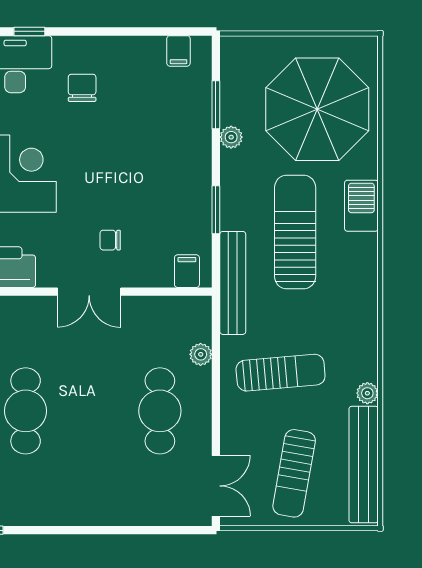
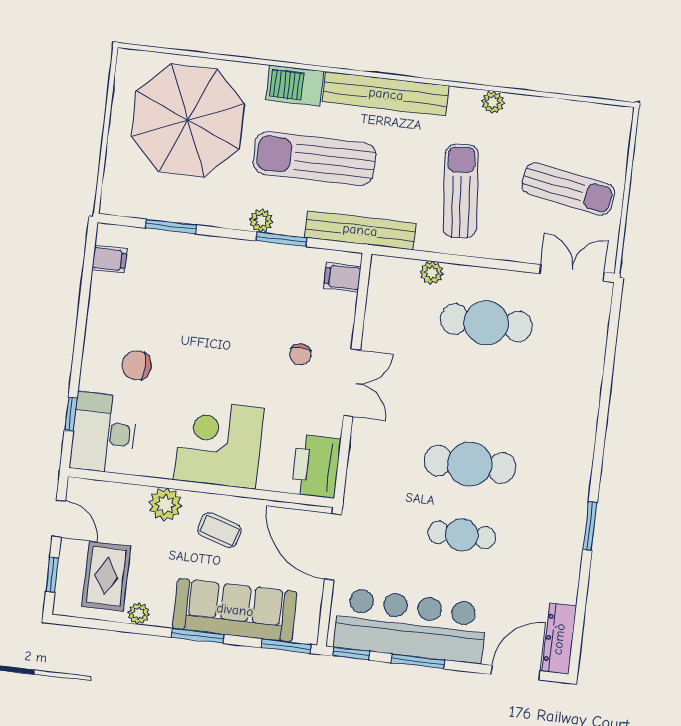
plant: (231, 137) -> (261, 221), moved
bench: (364, 465) -> (386, 94), moved

